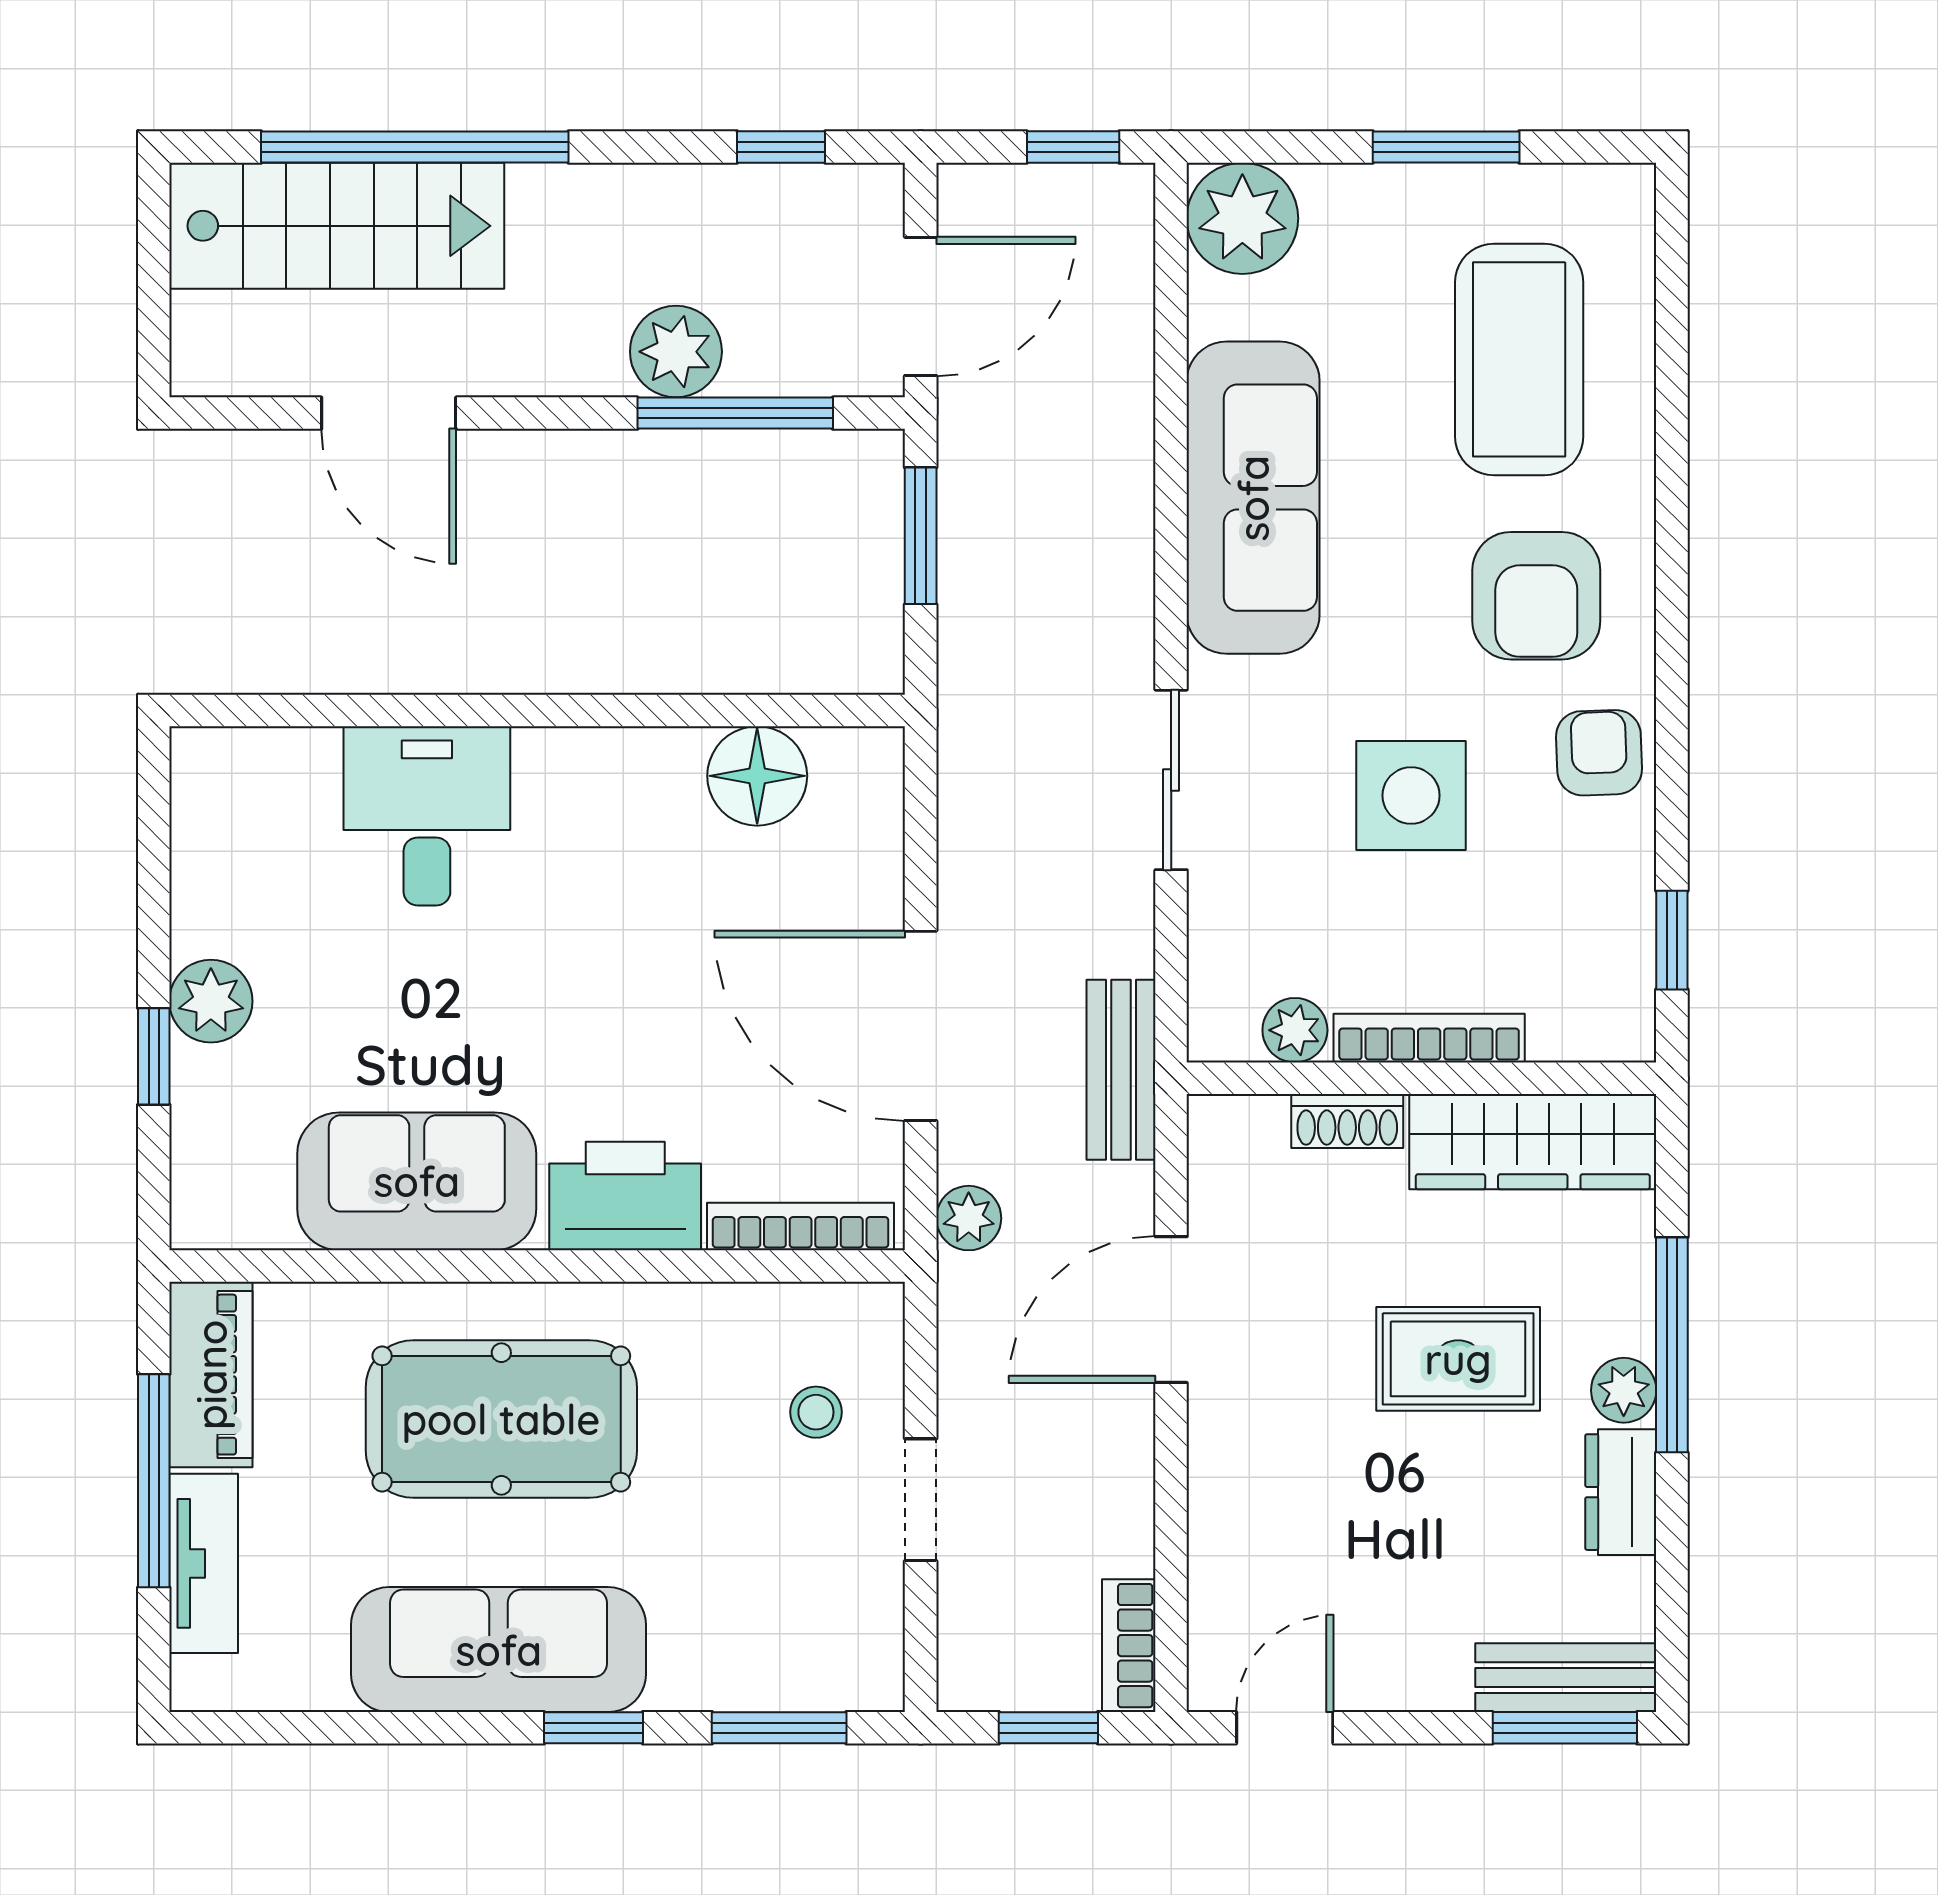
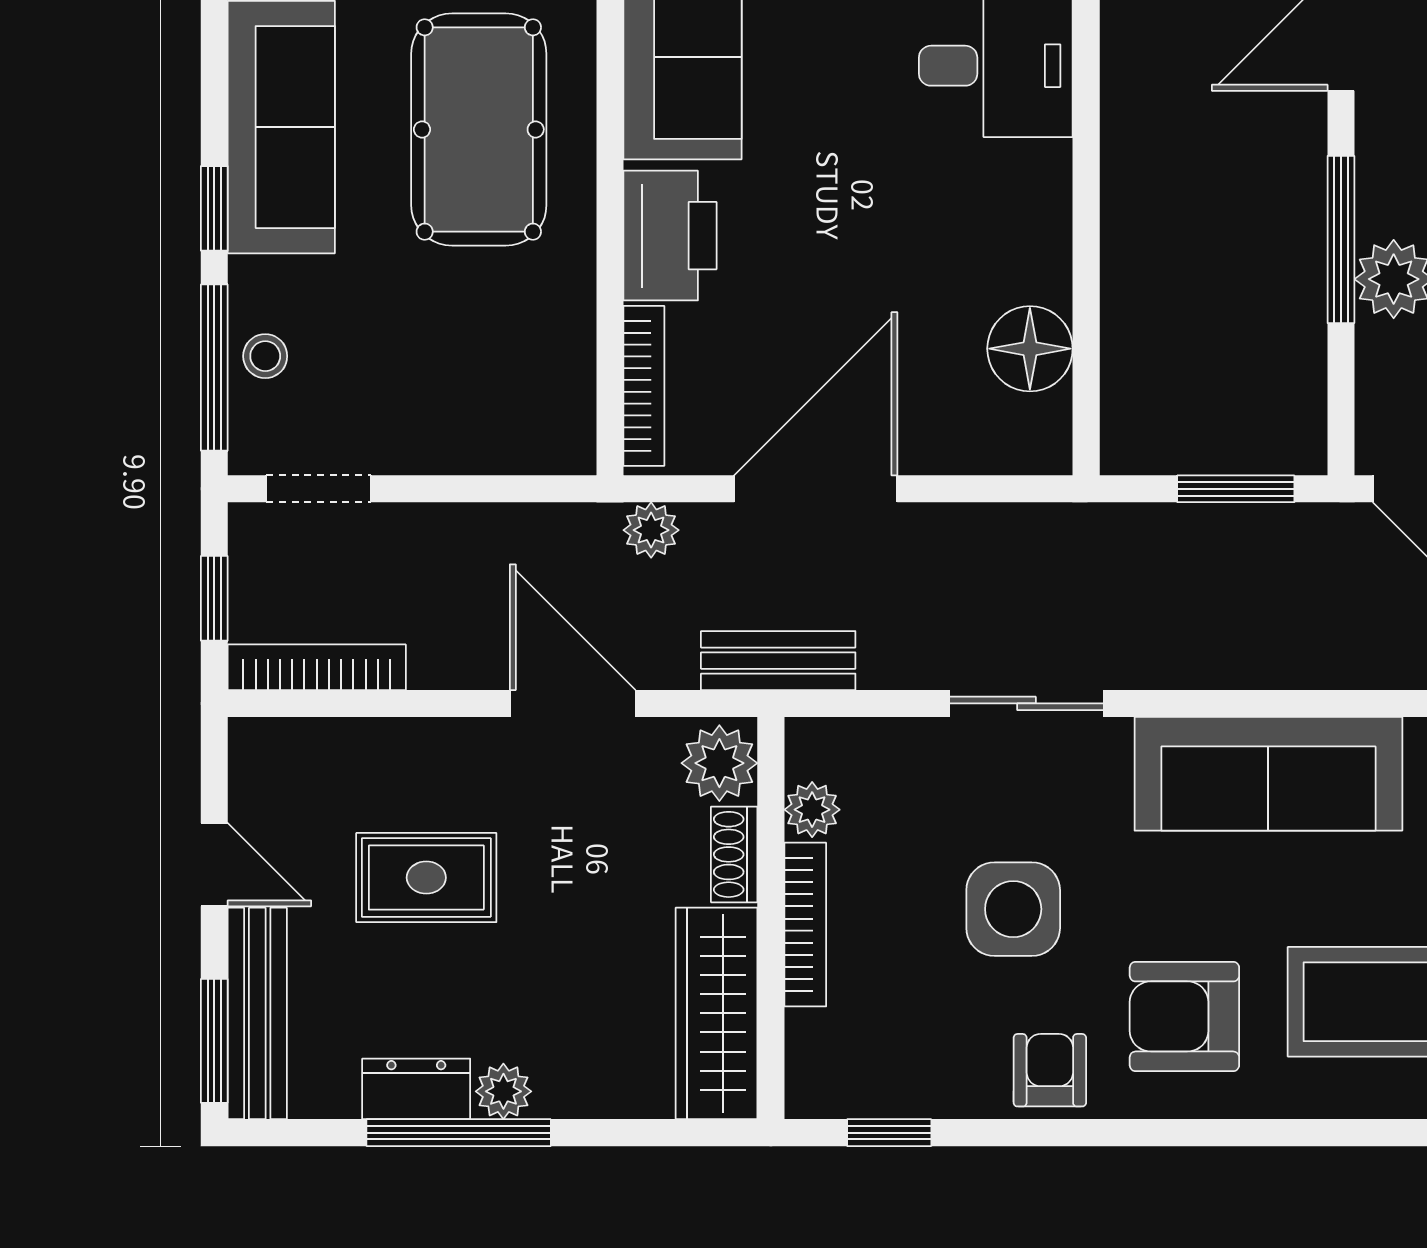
window: (735, 413) -> (1341, 239), moved
armchair: (1599, 753) -> (1050, 1070), turned -88
plant: (1241, 1138) -> (719, 763), added
window: (1672, 1345) -> (459, 1133), moved
rug: (1458, 1359) -> (426, 878), moved, turned 90
stool: (816, 1412) -> (265, 356), moved
doorway: (921, 1500) -> (319, 489), moved
bookcase: (1129, 1646) -> (317, 667), width x1.56
bench: (1566, 1678) -> (257, 1013), width x1.36
window: (779, 1728) -> (214, 368), width x1.44
door: (1285, 1728) -> (214, 865), moved

